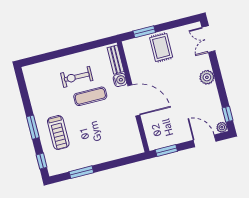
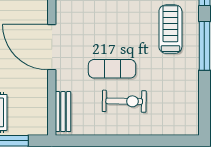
water cooler: (120, 80) -> (64, 81), removed
window: (33, 127) -> (204, 46), width x1.44

